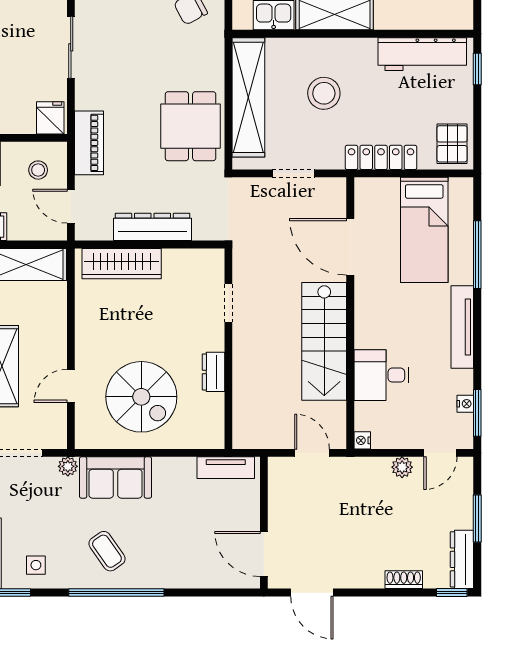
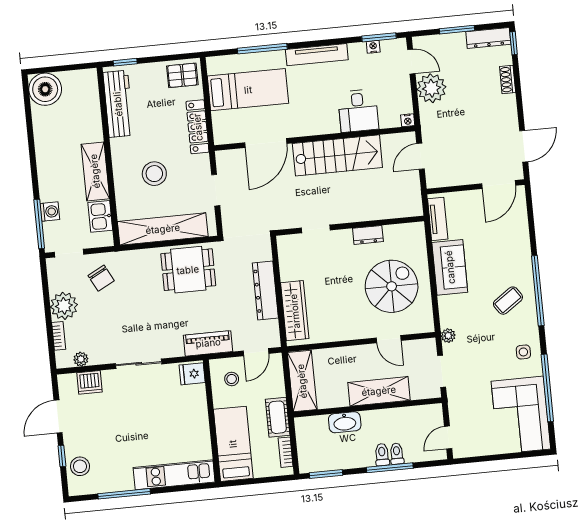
plant: (402, 467) -> (431, 88), width x1.88, depth x1.88
sofa: (116, 477) -> (450, 267), moved

